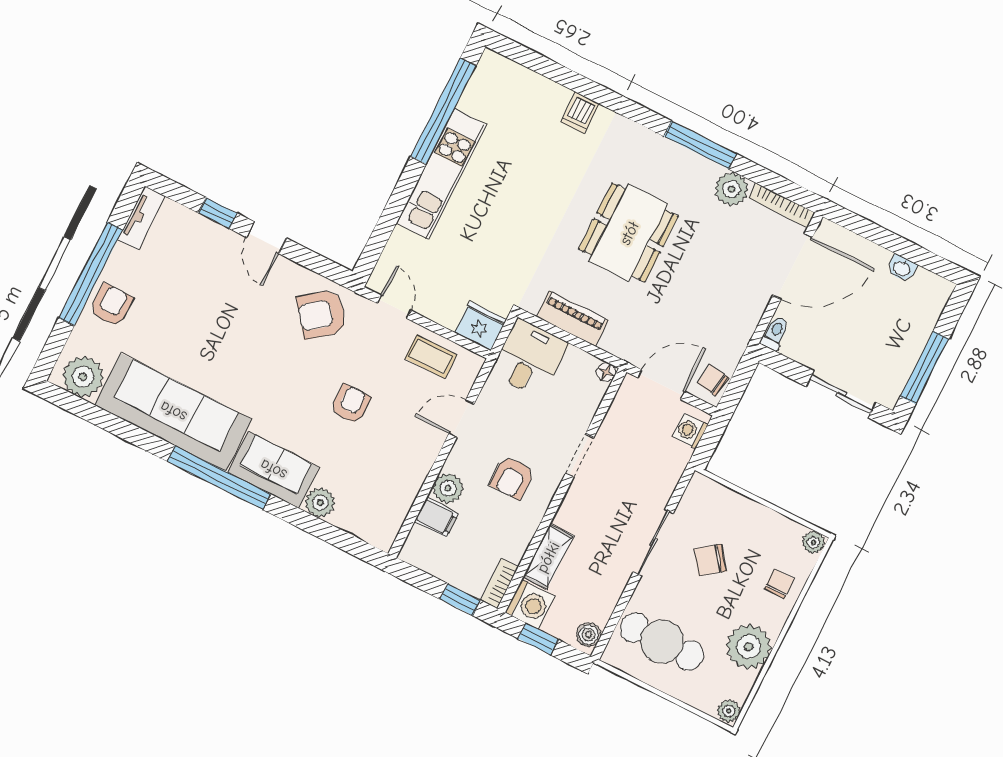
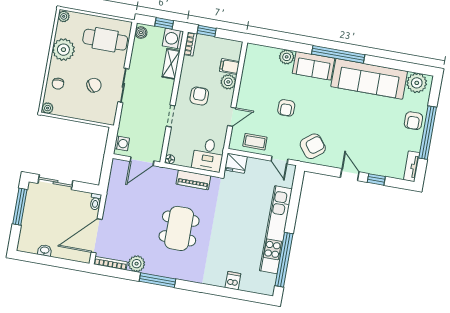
dishwasher: (580, 113) -> (233, 281), moved
kitchen unit: (442, 174) -> (276, 230), width x1.36
chair: (713, 380) -> (118, 171), removed

